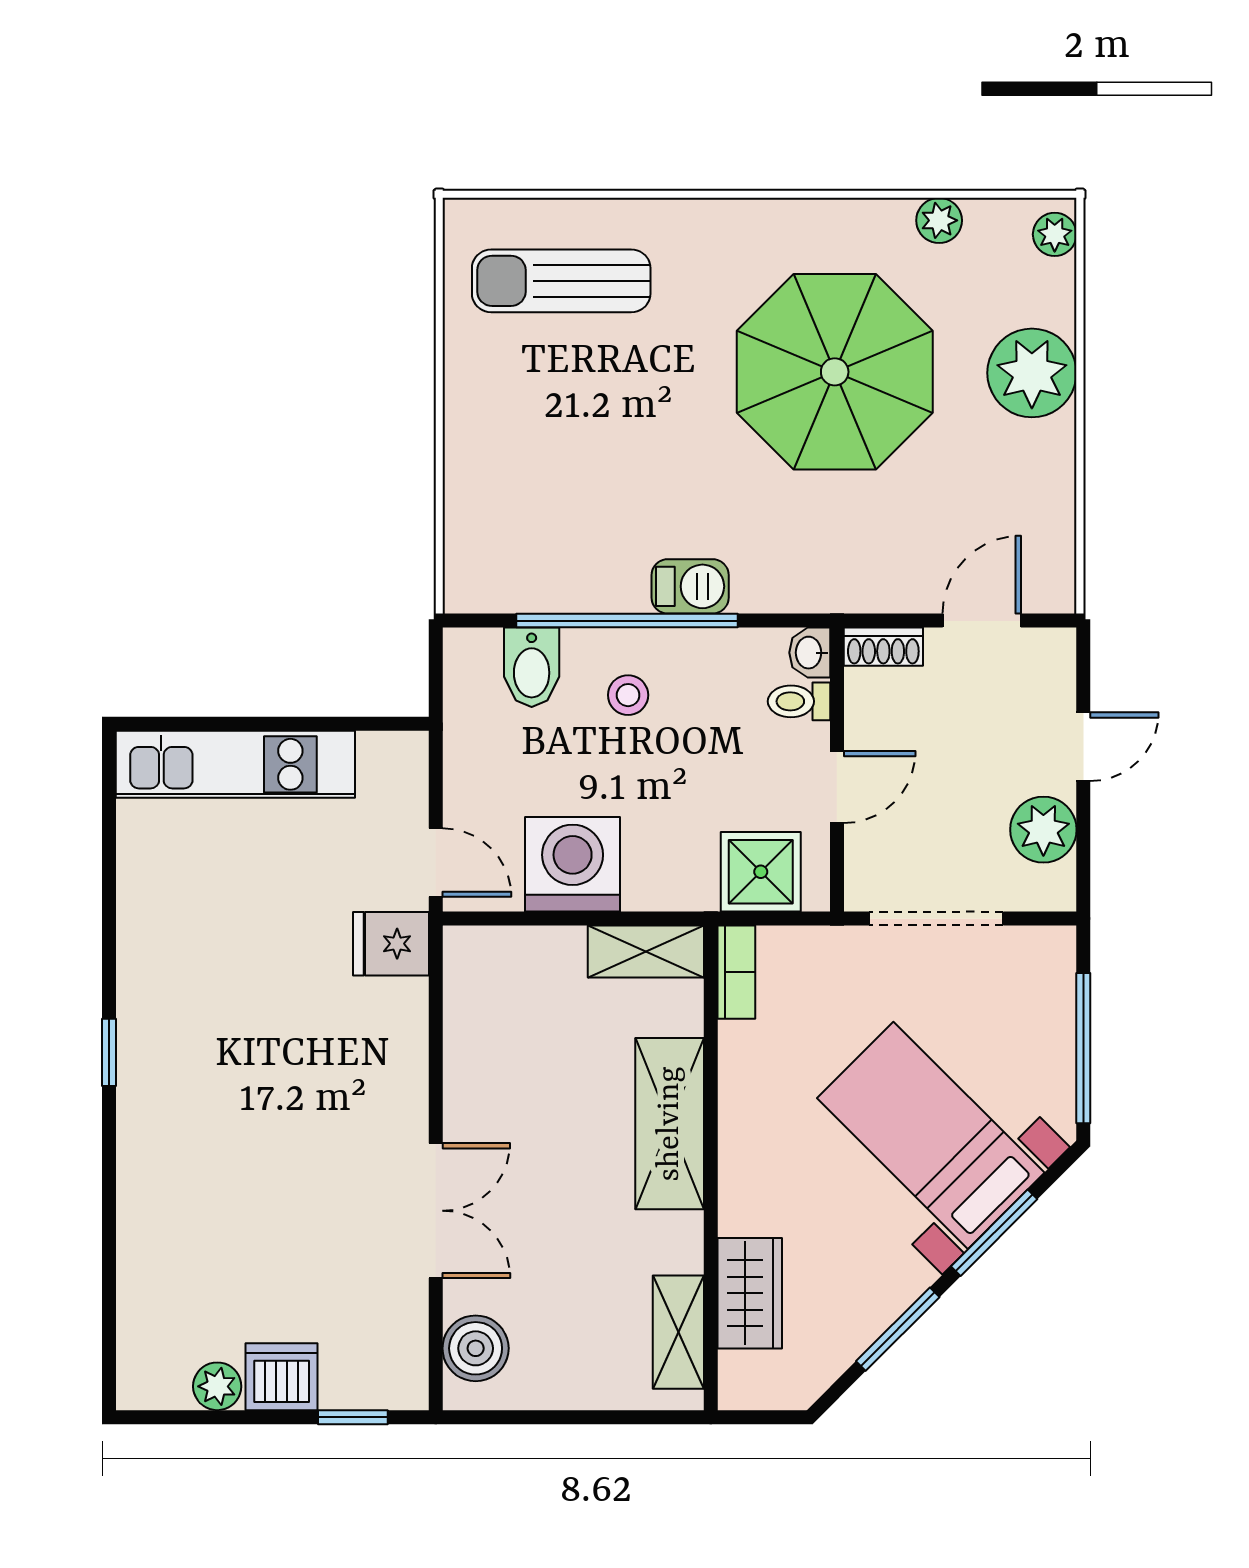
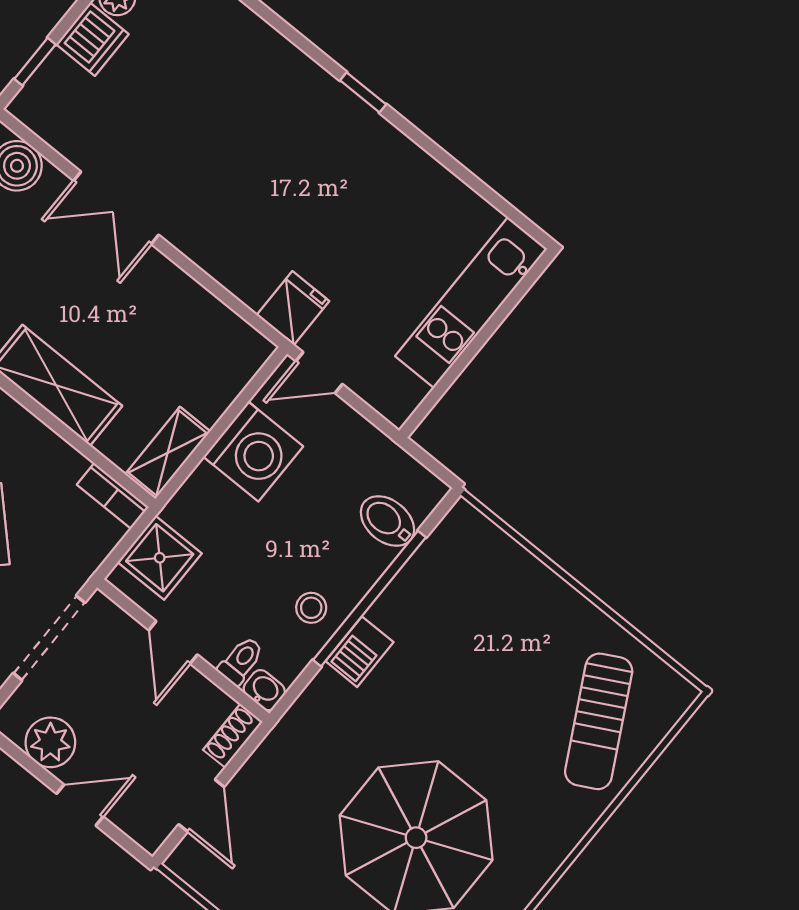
sun lounger: (561, 281) -> (599, 721), turned 152
stool: (628, 695) -> (311, 608), moved
door: (1083, 747) -> (80, 805), swing flipped

